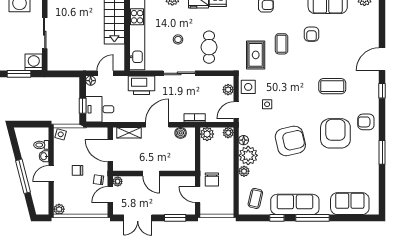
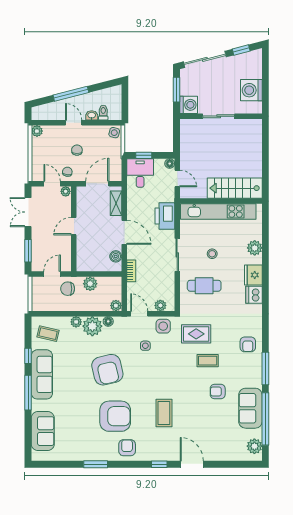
plant: (207, 134) -> (90, 284), moved

